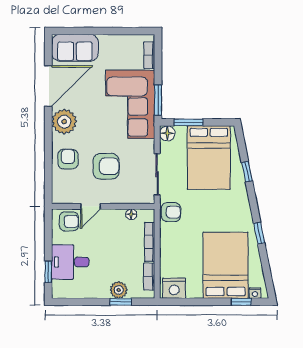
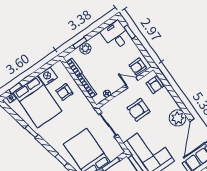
floor lamp: (167, 133) -> (118, 150), removed
armchair: (68, 159) -> (155, 85), moved
door: (90, 206) -> (132, 83), hinge flipped
armchair: (171, 212) -> (64, 92), moved
desk: (70, 262) -> (116, 35), moved, turned -90
nightstand: (174, 288) -> (48, 76), moved

